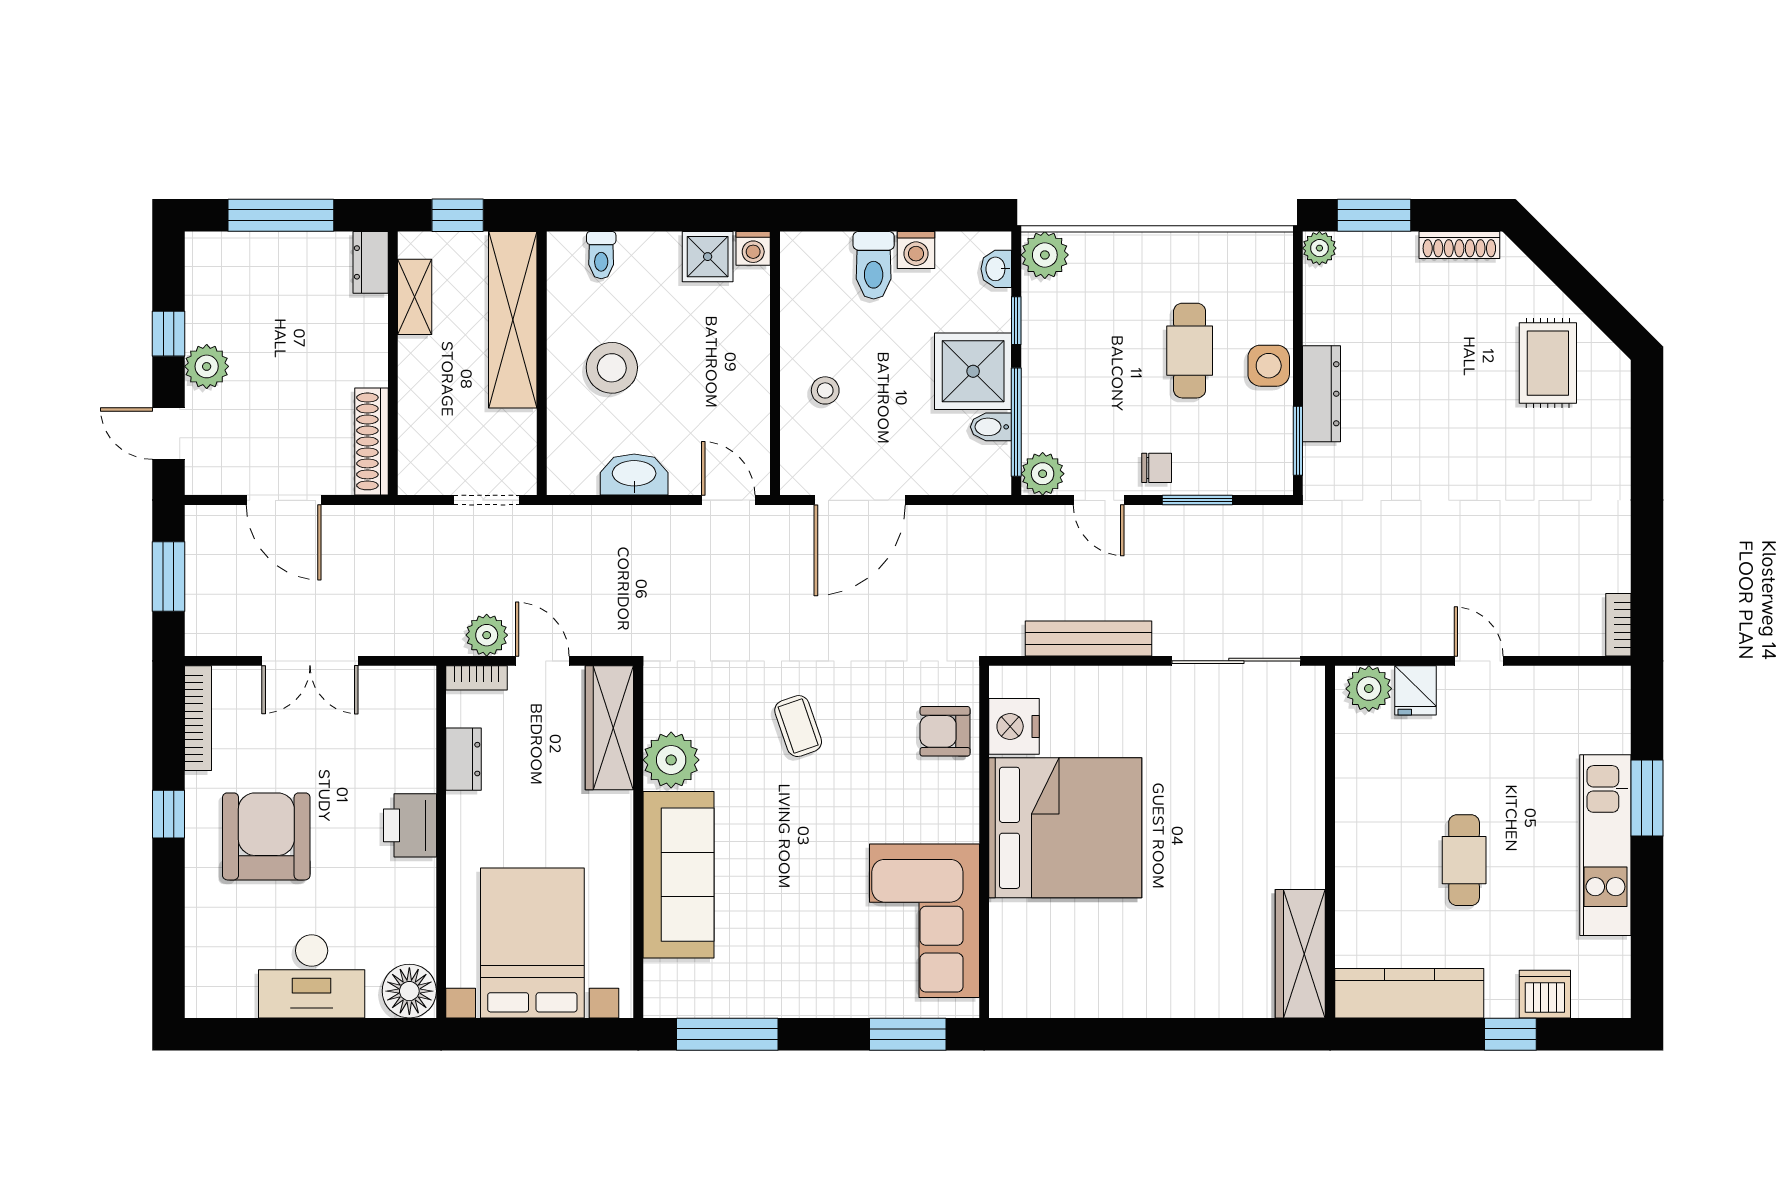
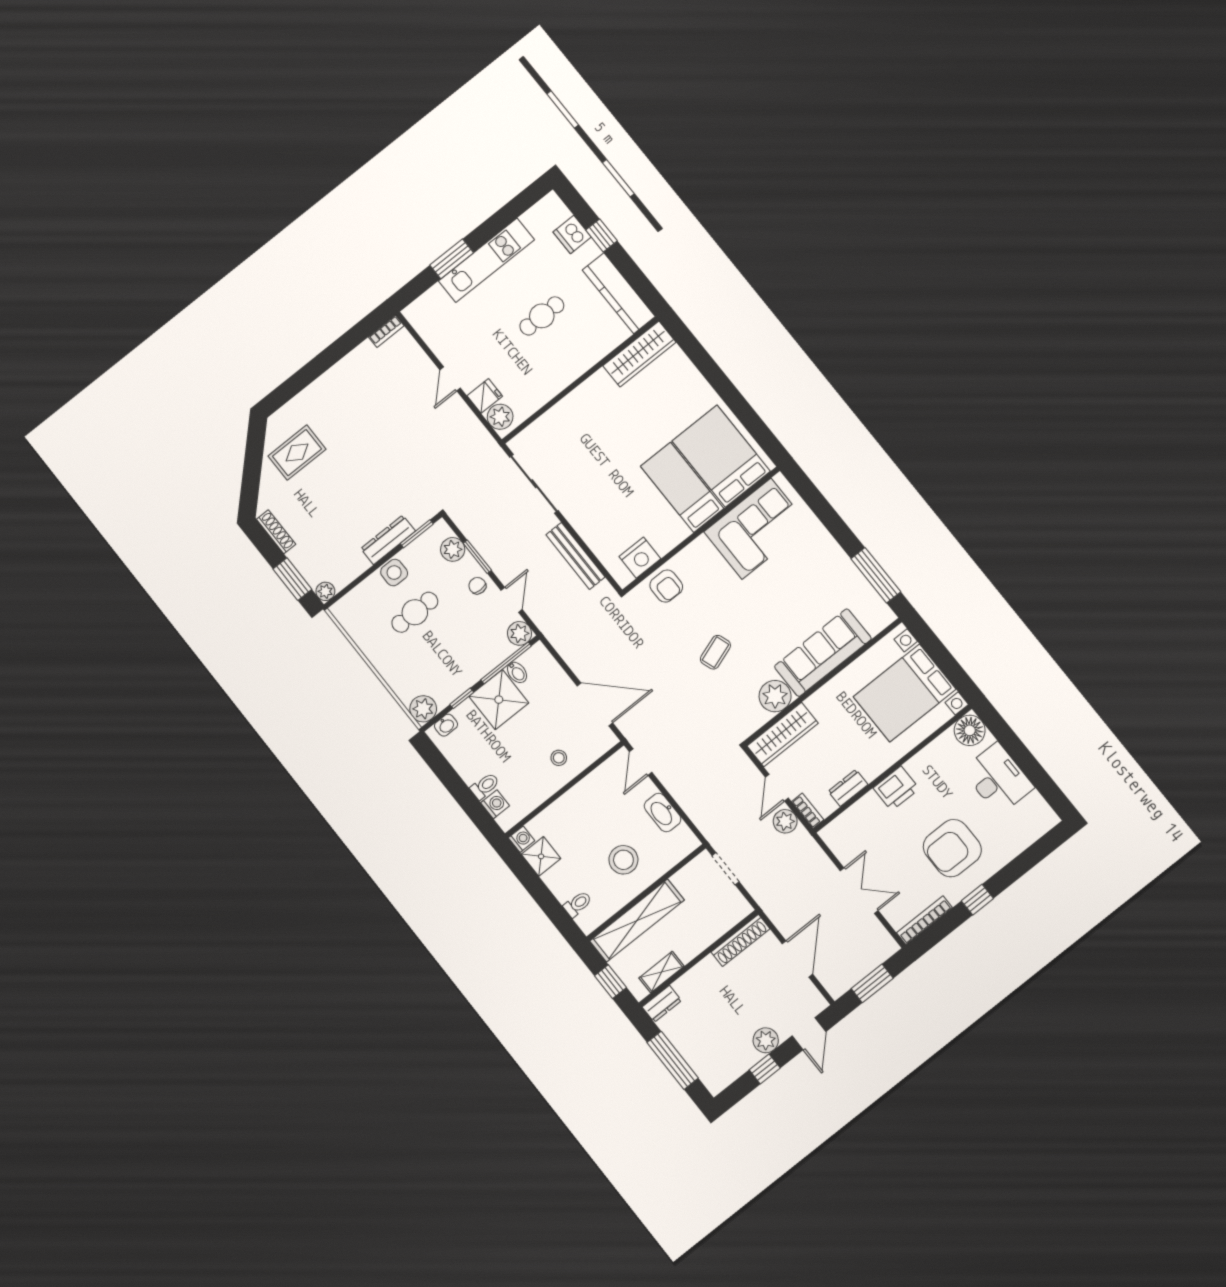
washing machine: (916, 250) -> (495, 804), moved
toilet: (874, 265) -> (485, 786), width x0.73, depth x0.72
plant: (1235, 474) -> (453, 549), added
bed: (1065, 828) -> (682, 487), width x0.49
bed: (1065, 953) -> (721, 456), added
window: (908, 1034) -> (812, 496), removed

